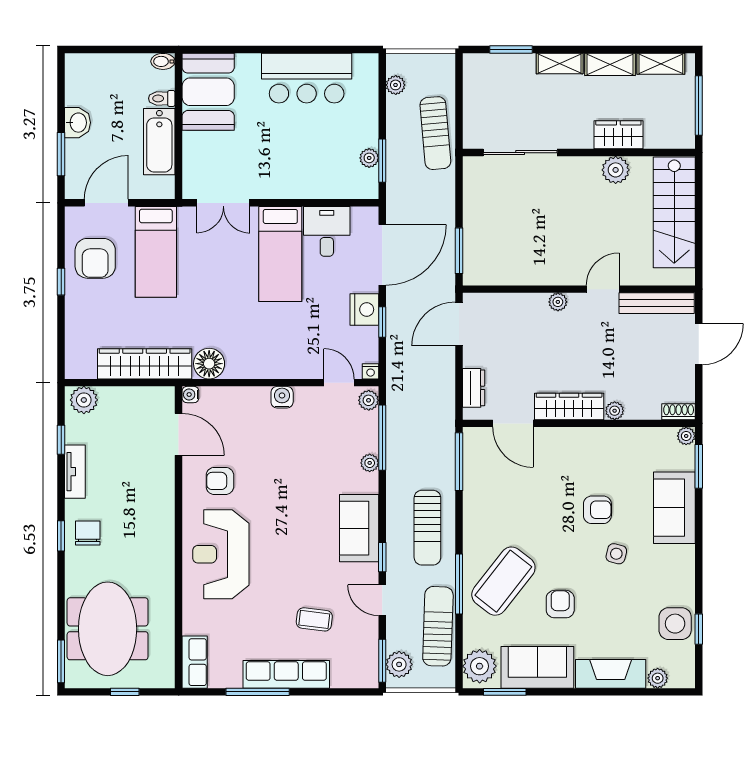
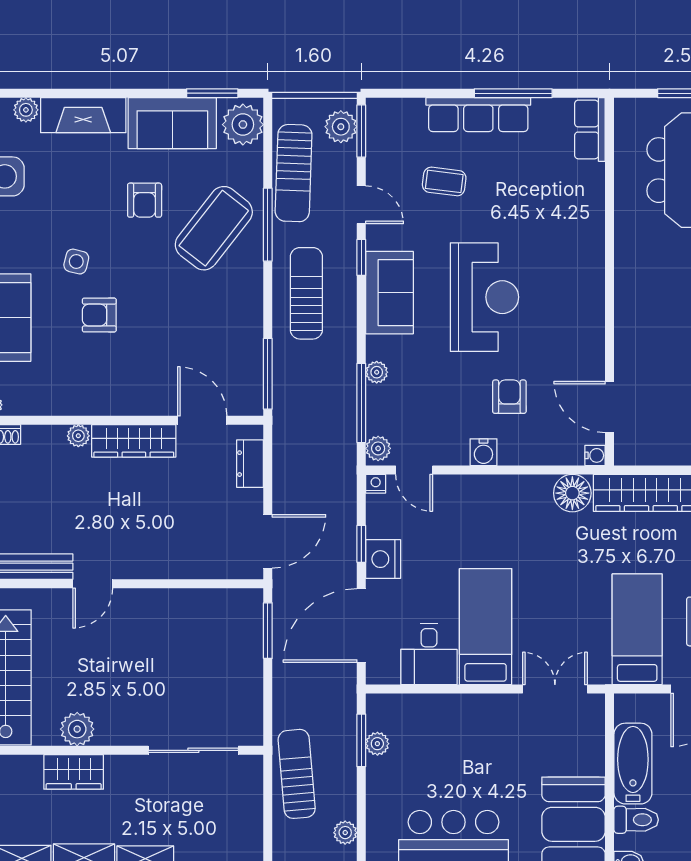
toilet: (162, 98) -> (636, 820), width x1.37, depth x1.39
plant: (558, 302) -> (147, 568), removed
armchair: (220, 481) -> (509, 397), moved, turned -90
reception desk: (221, 554) -> (484, 297), moved

